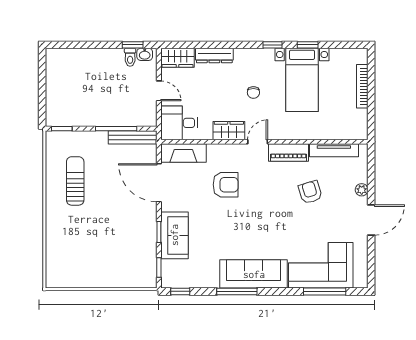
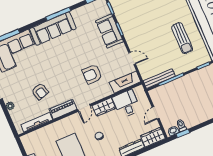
door: (159, 91) -> (156, 113), hinge flipped
desk: (179, 123) -> (126, 104), moved, turned -90
door: (159, 183) -> (132, 58), width x0.53

